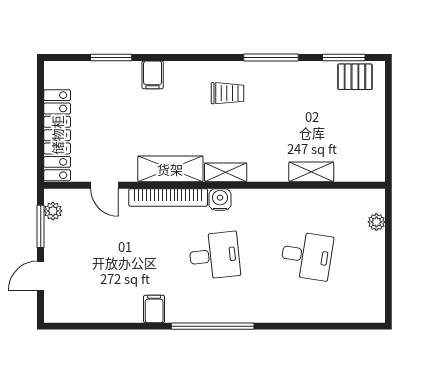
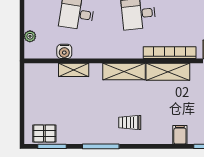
shelving: (226, 172) -> (124, 72), width x1.50, depth x1.33
water cooler: (220, 199) -> (64, 51), moved

